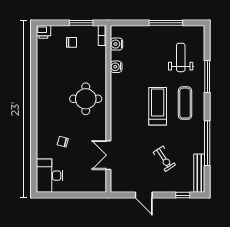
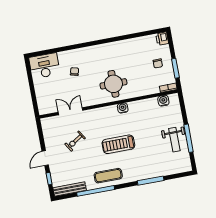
weight bench: (181, 57) -> (174, 140), moved, turned 90
water cooler: (116, 67) -> (123, 108), moved
exercise mat: (185, 103) -> (108, 176), moved
treadmill: (158, 106) -> (118, 144), turned 180
exercise bike: (164, 159) -> (75, 141), moved
door: (144, 195) -> (45, 158), moved

